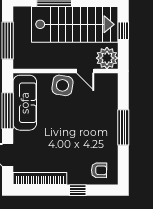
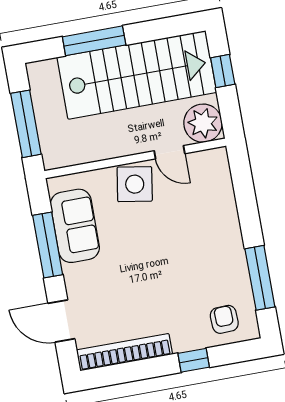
sofa: (25, 103) -> (75, 226), width x0.73
window: (123, 127) -> (260, 278), moved
armchair: (99, 170) -> (224, 319), turned -93

